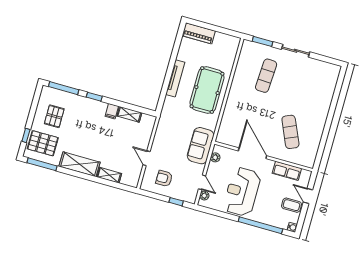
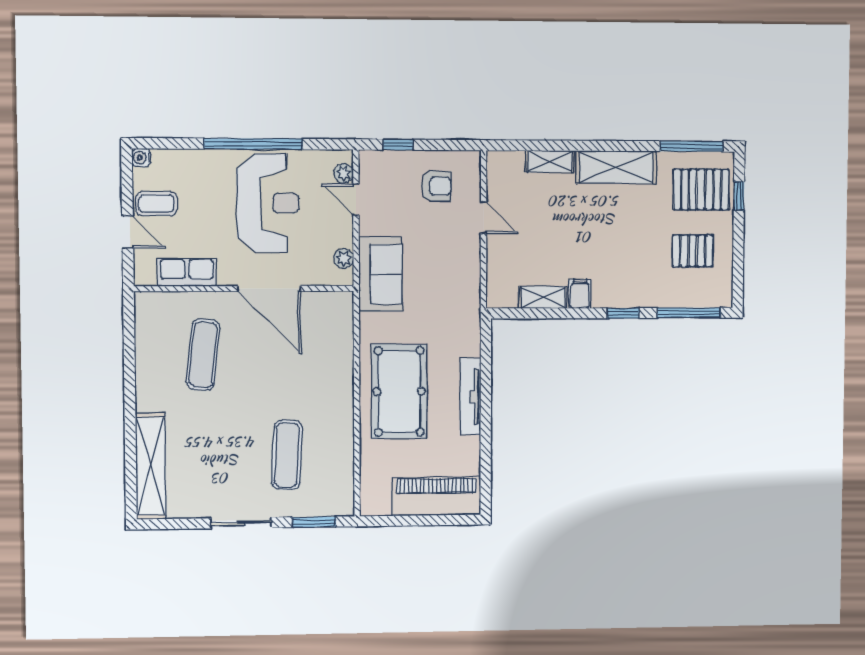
piano: (199, 33) -> (437, 496), width x1.37, depth x1.33
shelving: (328, 88) -> (151, 466), added
pallet: (54, 116) -> (693, 251), turned 90
exercise mat: (290, 132) -> (203, 355), turned 30
window: (260, 225) -> (253, 144), moved

